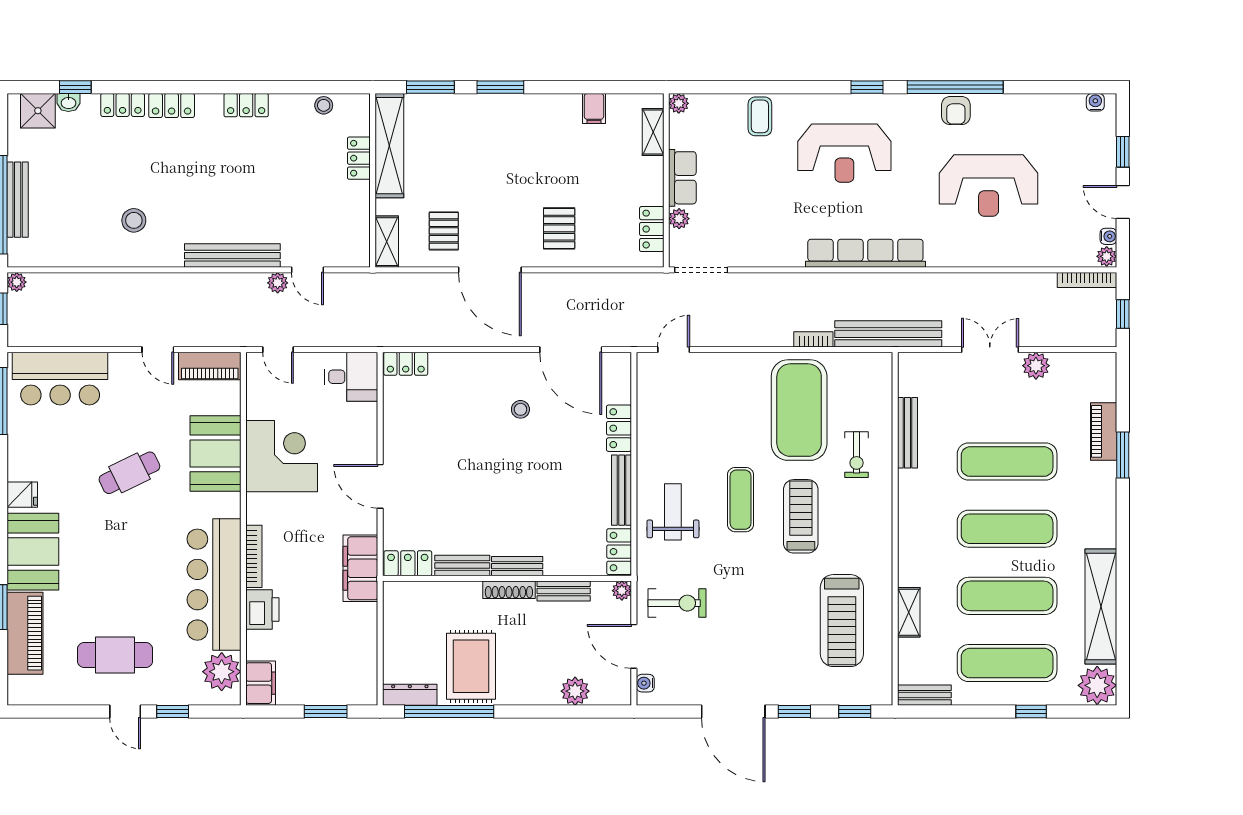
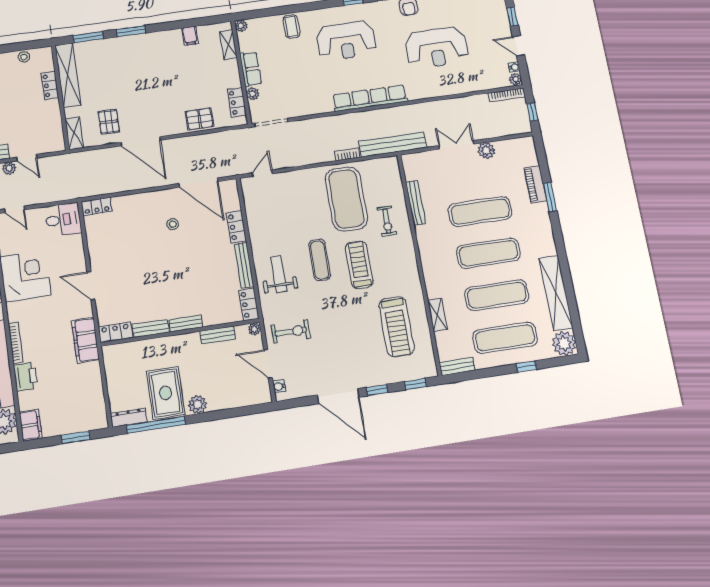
pallet: (559, 228) -> (200, 119), moved, turned 90
shoe rack: (509, 590) -> (183, 339), removed
plant: (575, 691) -> (198, 404), moved

